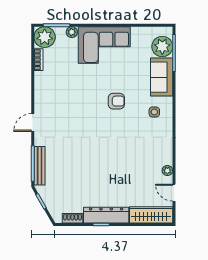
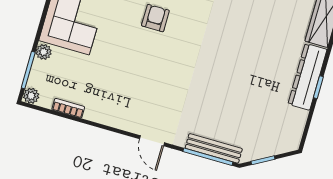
plant: (45, 37) -> (31, 96), width x0.53, depth x0.53
shoe rack: (72, 218) -> (298, 124), removed

